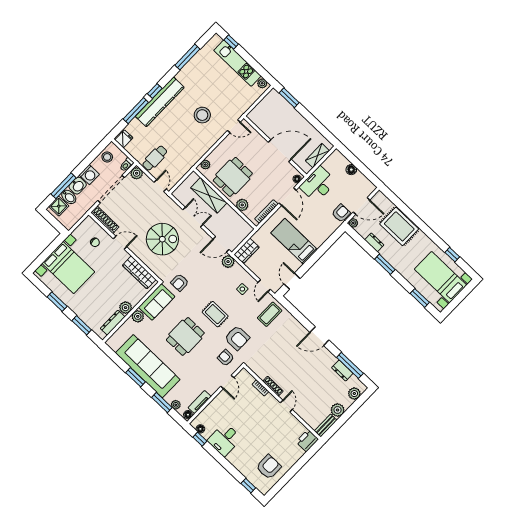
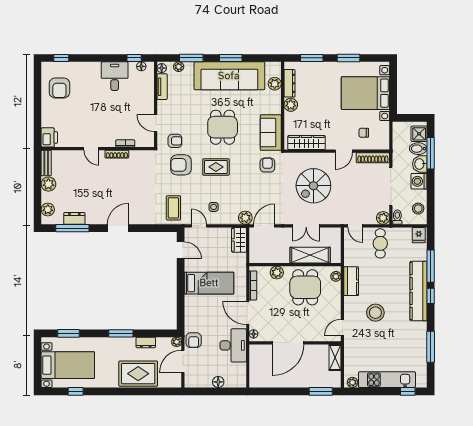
kitchen counter: (198, 152) -> (351, 281), added
shelving: (317, 156) -> (335, 358), moved
plant: (138, 316) -> (275, 84), moved

